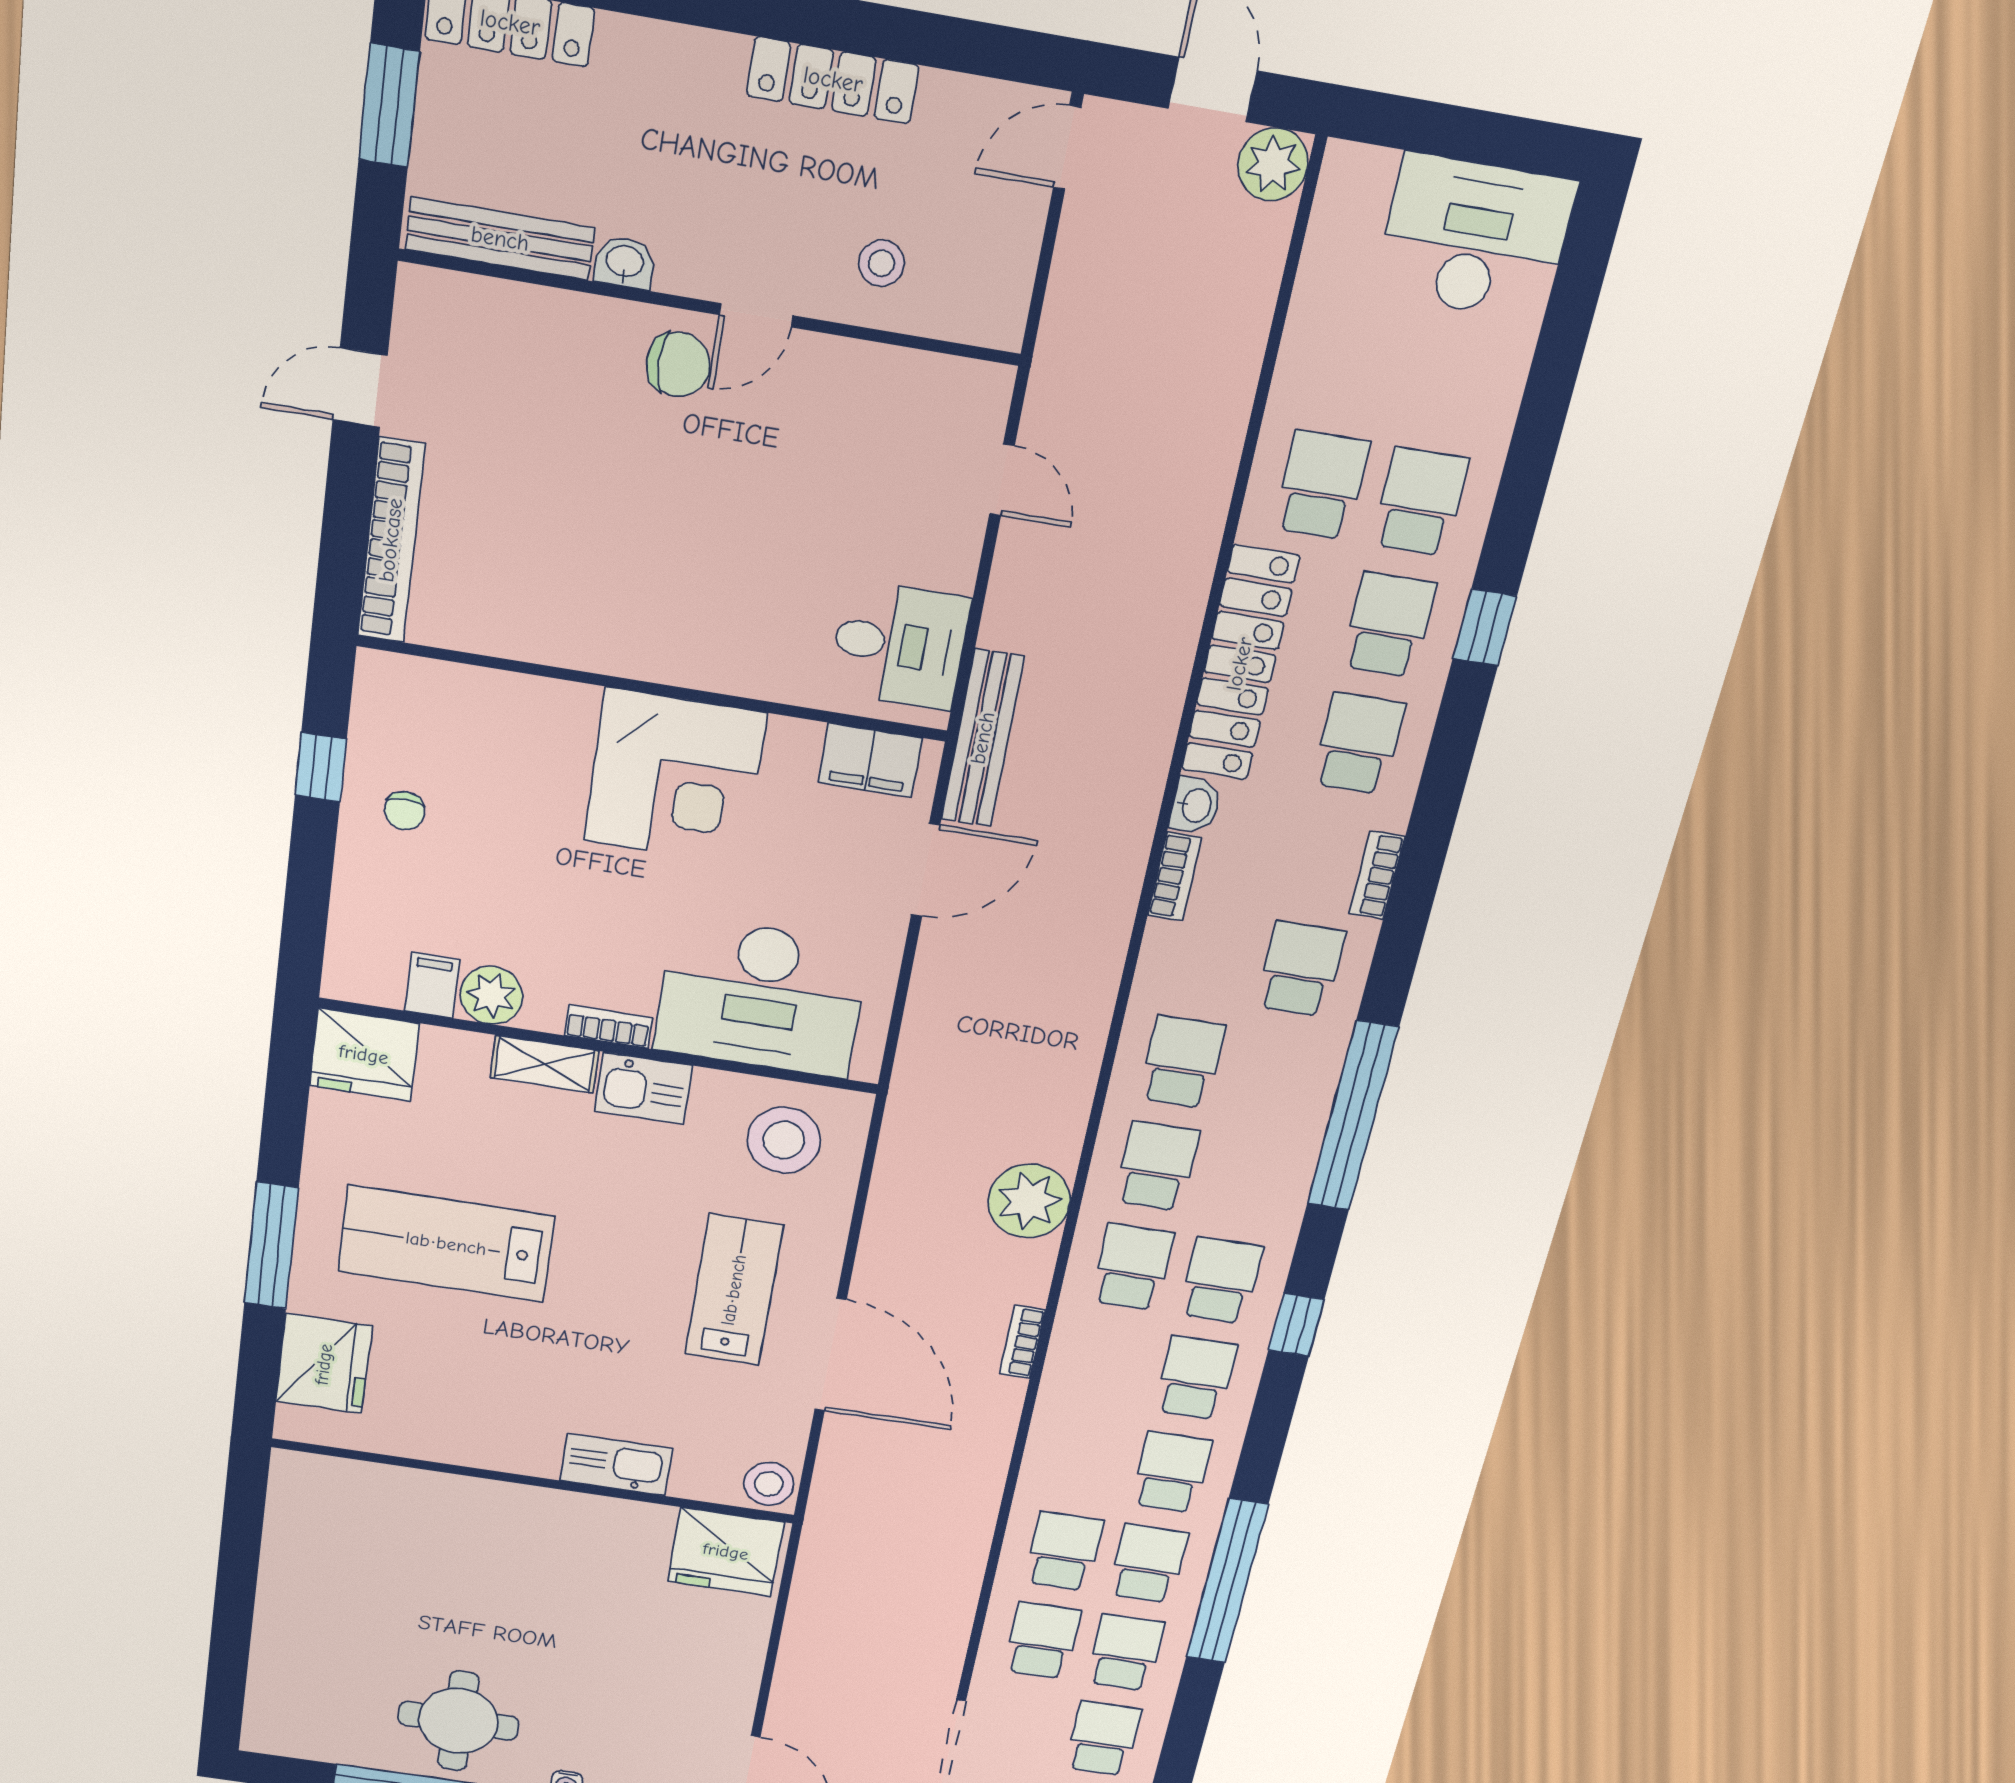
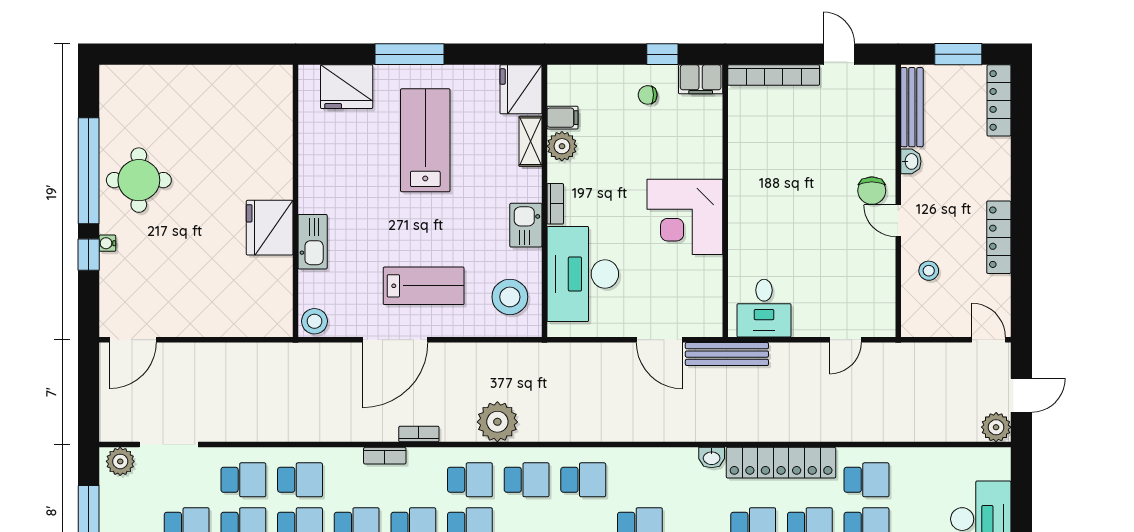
filing cabinet: (870, 760) -> (701, 79), moved, turned -90
bookcase: (1175, 876) -> (385, 456), moved
shelving: (544, 1064) -> (531, 141), moved
fridge: (726, 1552) -> (270, 228), moved

